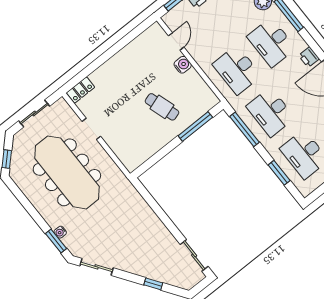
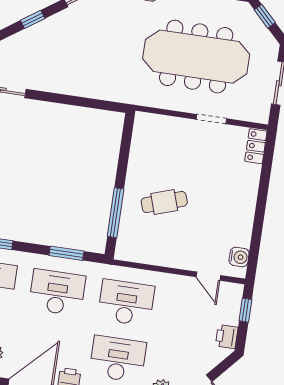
water cooler: (183, 65) -> (239, 257), moved, turned -90
window: (245, 129) -> (66, 253), width x0.69
window: (153, 284) -> (33, 19), moved

